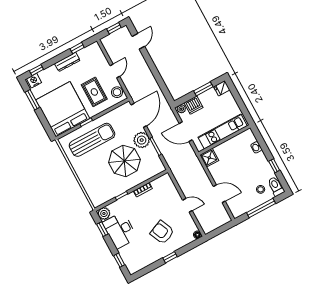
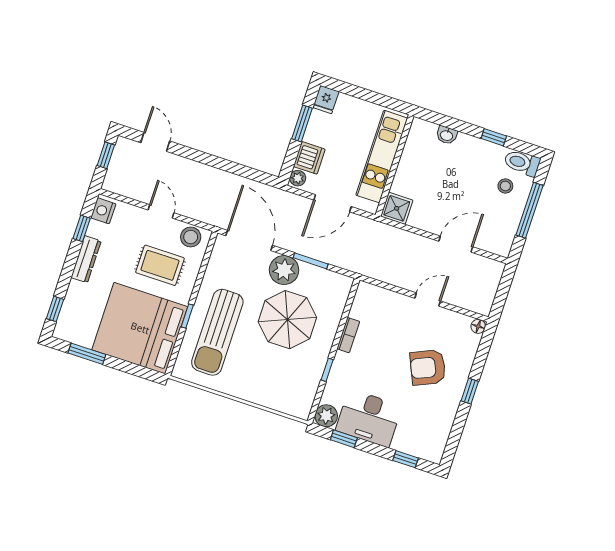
nightstand: (34, 81) -> (103, 211), moved
sun lounger: (92, 140) -> (217, 332), turned 180

